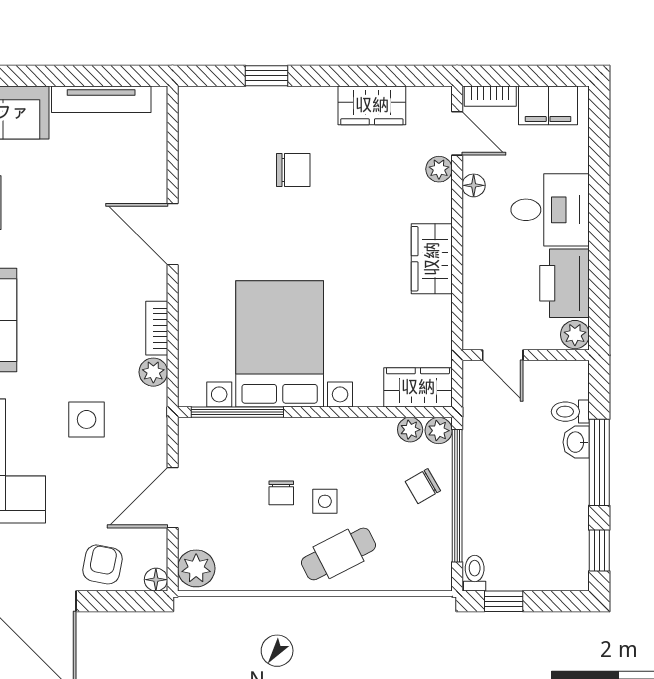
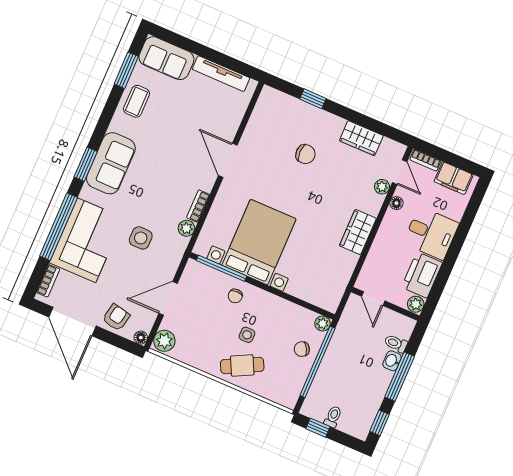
wardrobe: (418, 387) -> (322, 296), removed
plant: (410, 430) -> (308, 317), removed
chair: (281, 493) -> (235, 296), moved
toilet: (475, 573) -> (333, 417), moved

